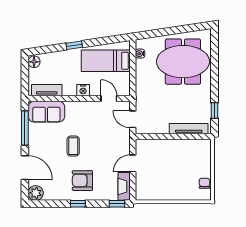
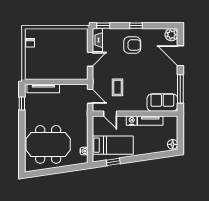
window: (74, 45) -> (113, 162), moved
tv unit: (47, 90) -> (150, 121), moved
coffee table: (73, 146) -> (118, 87), moved

